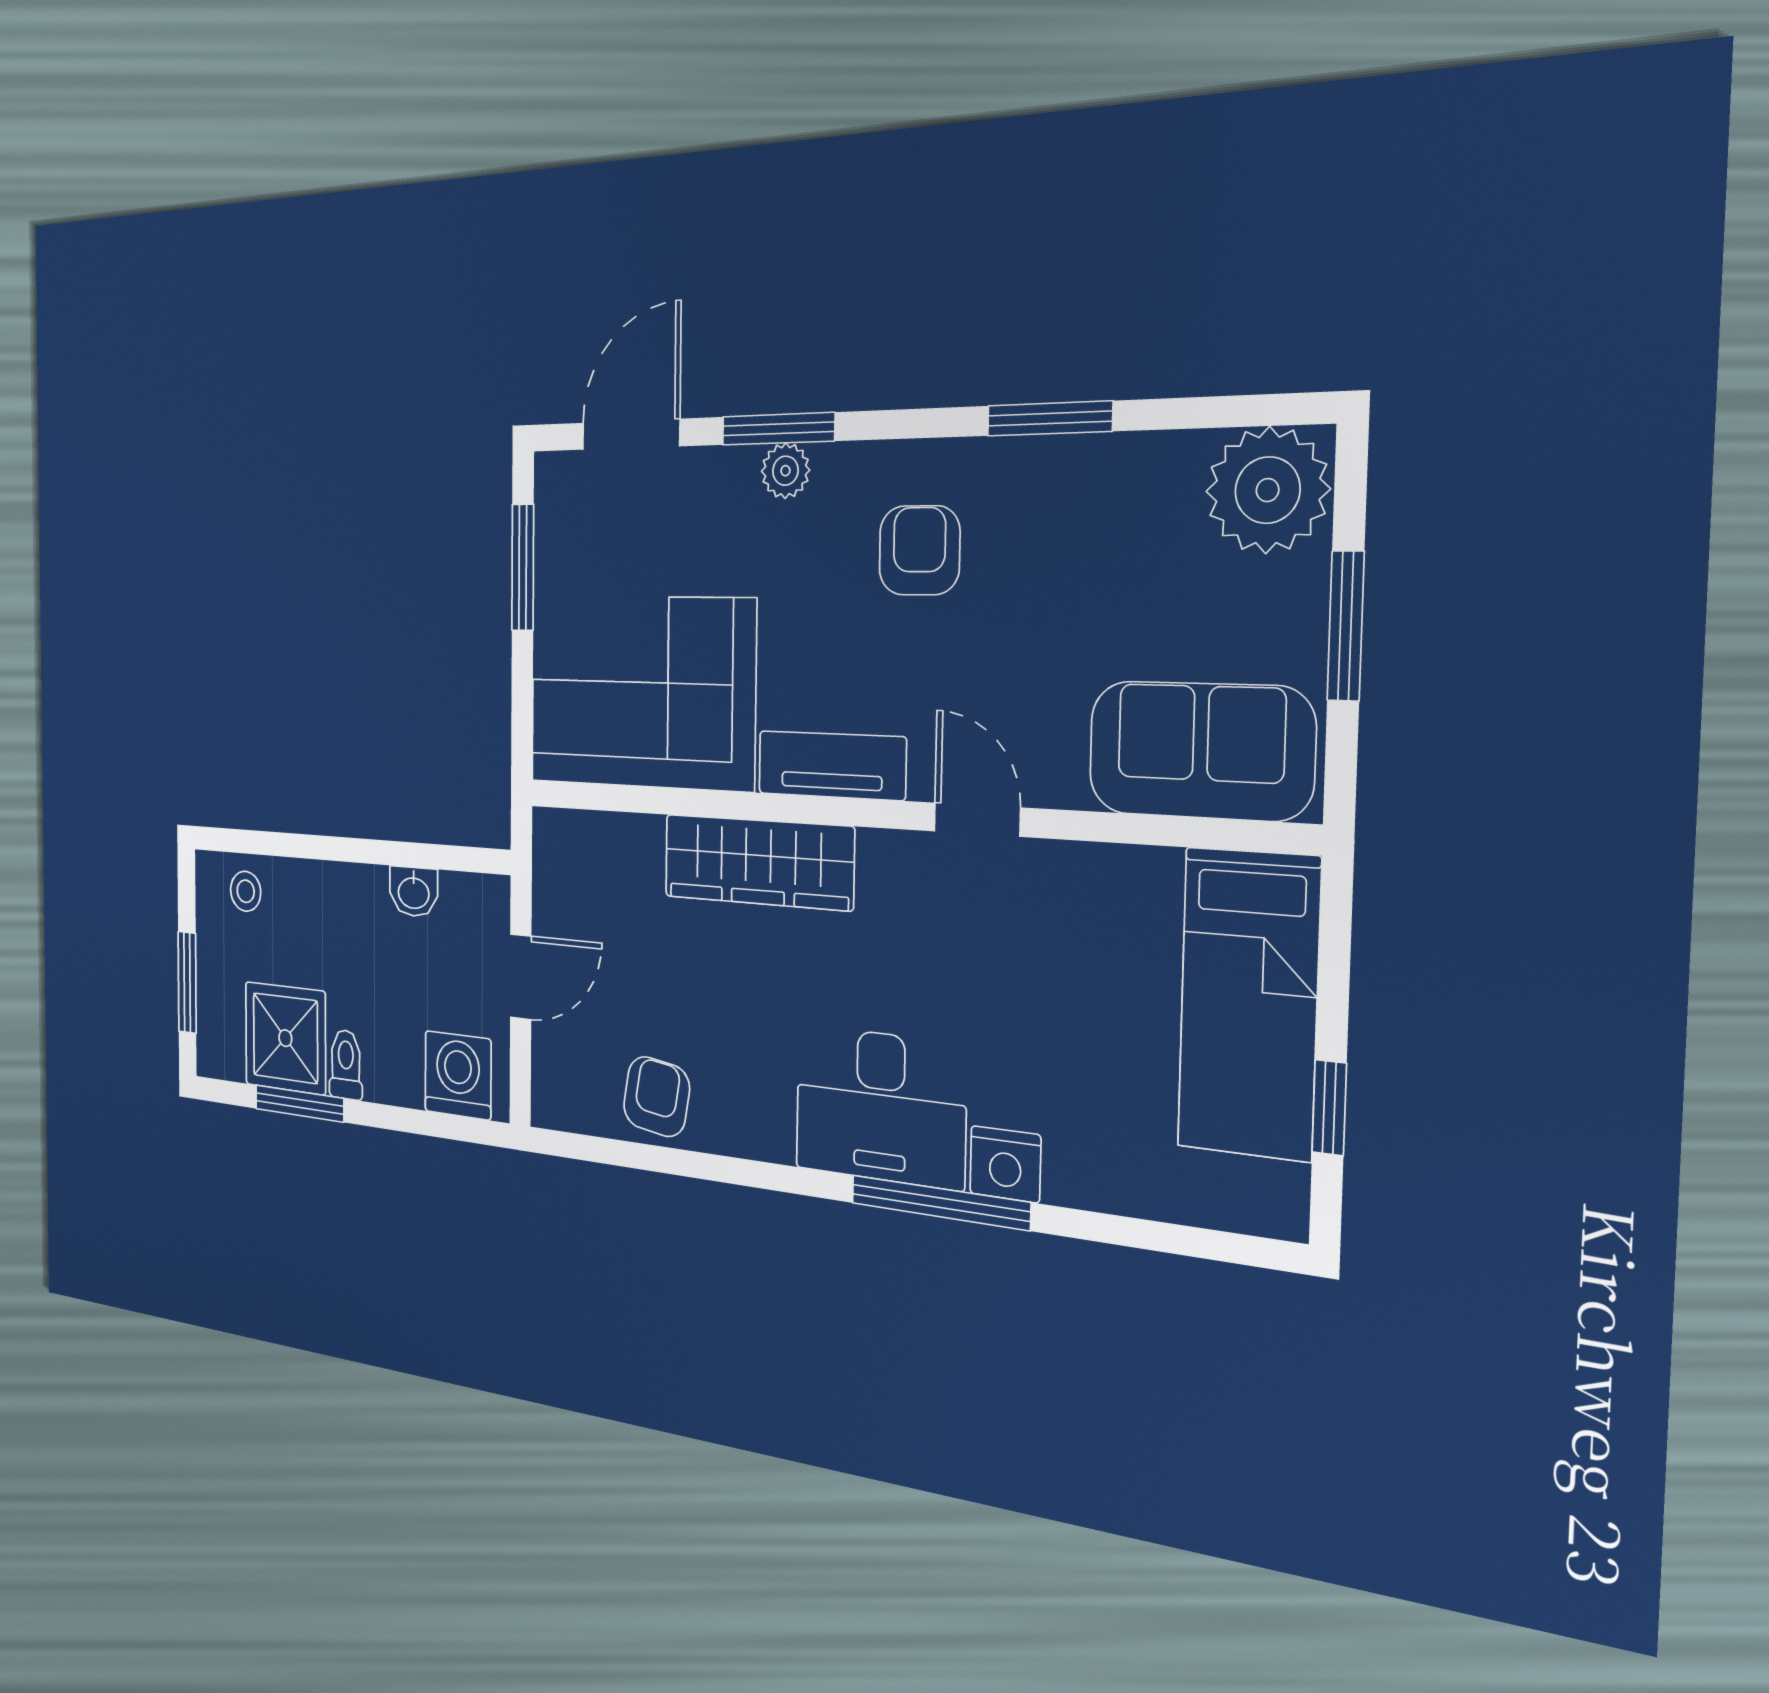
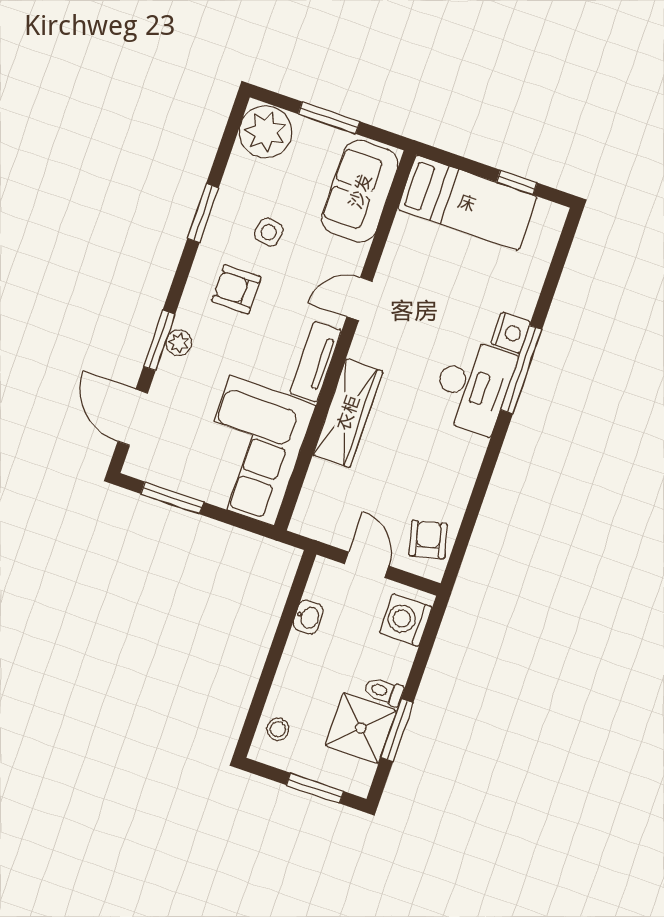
side table: (1053, 577) -> (269, 232), added
armchair: (657, 1097) -> (428, 539), moved, turned 67

